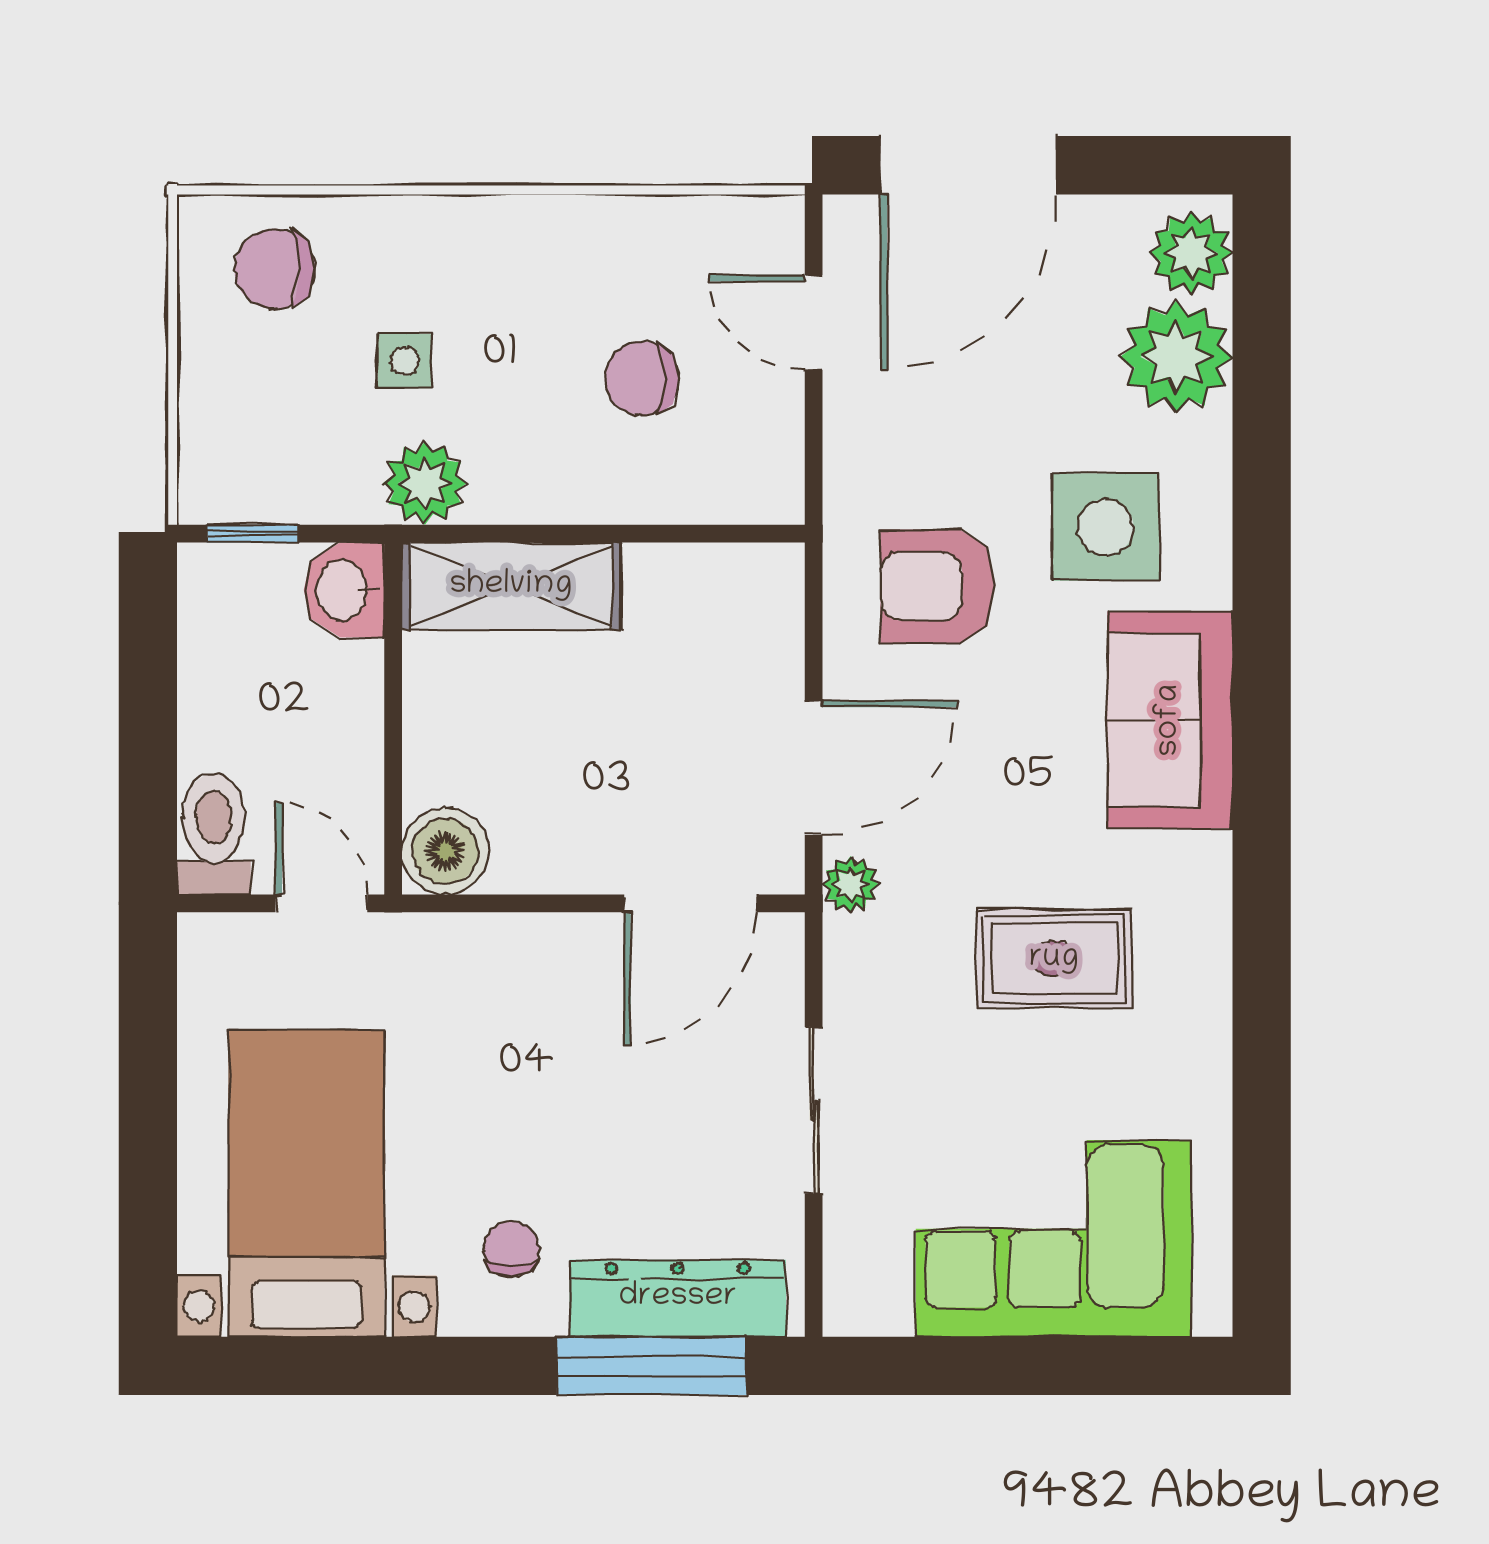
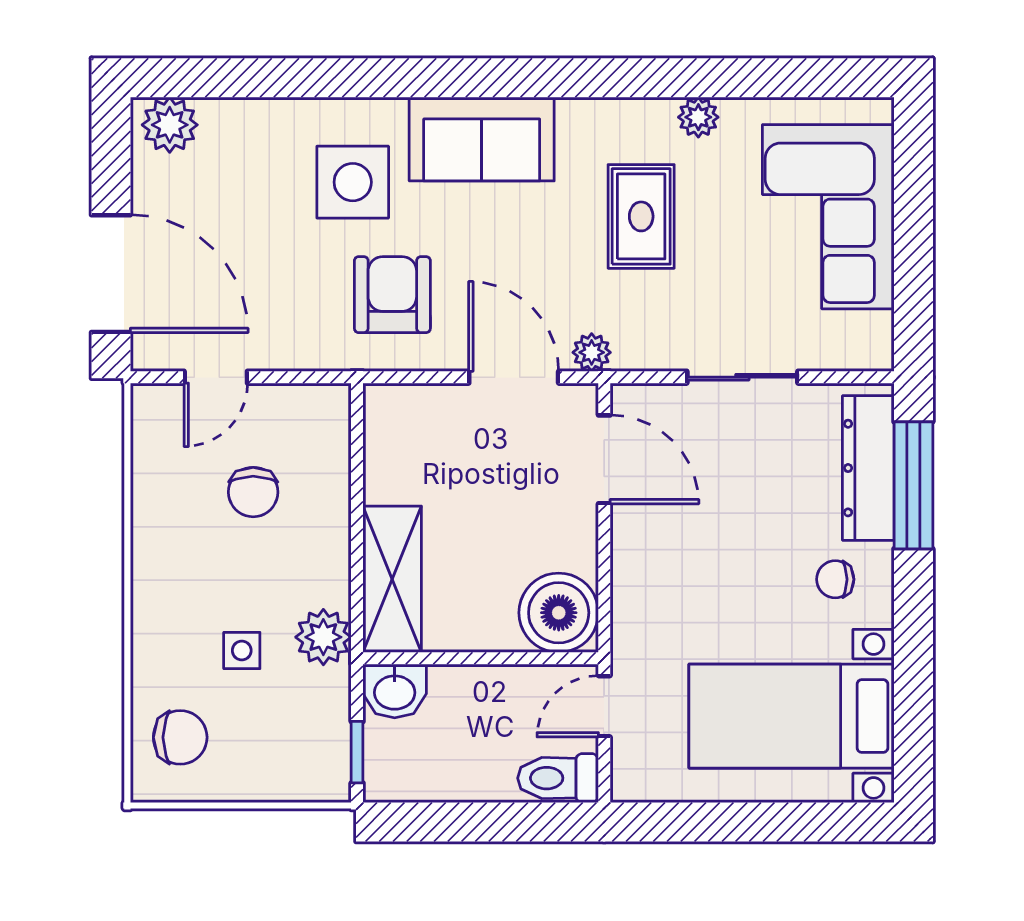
chair: (275, 269) -> (180, 737), turned -90
plant: (1176, 357) -> (698, 117), moved, width x0.53, depth x0.53
armchair: (937, 586) -> (392, 295), turned 180
boiler: (445, 851) -> (559, 613), width x1.37, depth x1.37

